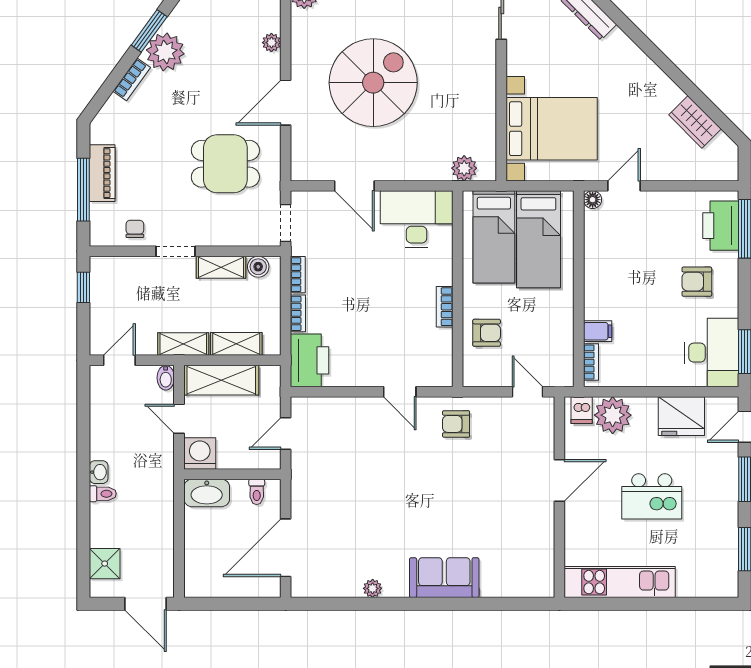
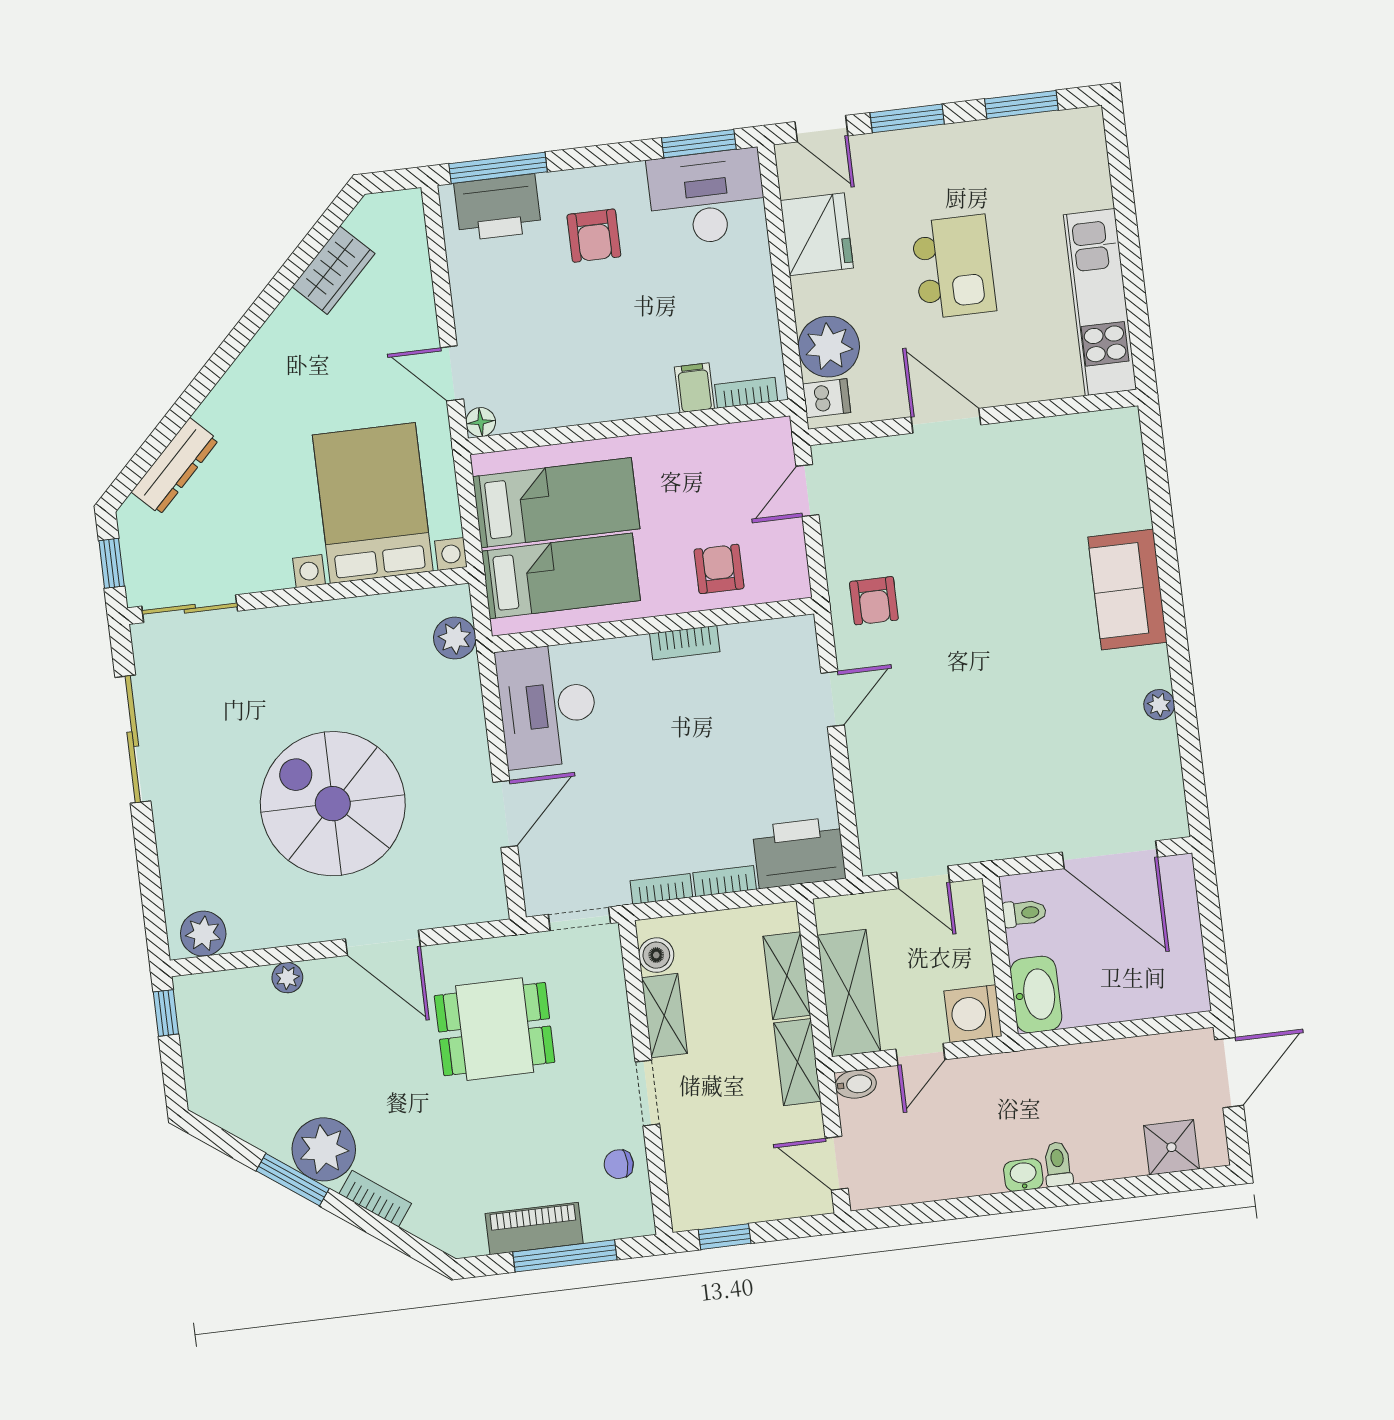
dining table: (225, 164) -> (495, 1029), turned 90

